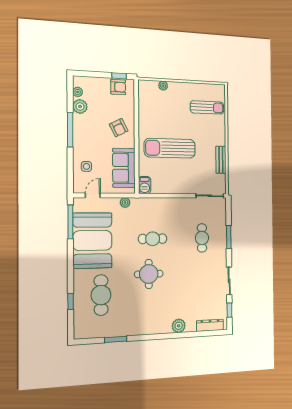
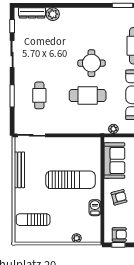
armchair: (118, 87) -> (119, 235), turned 180
armchair: (119, 128) -> (119, 197), turned 102
bench: (221, 160) -> (19, 170), width x1.36
barbecue: (145, 185) -> (95, 208), moved
cafe table: (153, 239) -> (88, 95), width x1.37, depth x1.35
plant: (179, 326) -> (53, 14), moved

